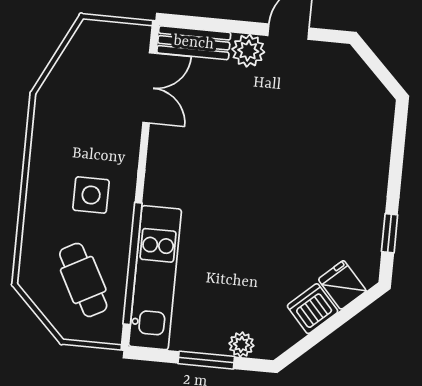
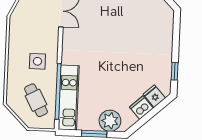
plant: (241, 344) -> (110, 121), width x1.88, depth x1.88

